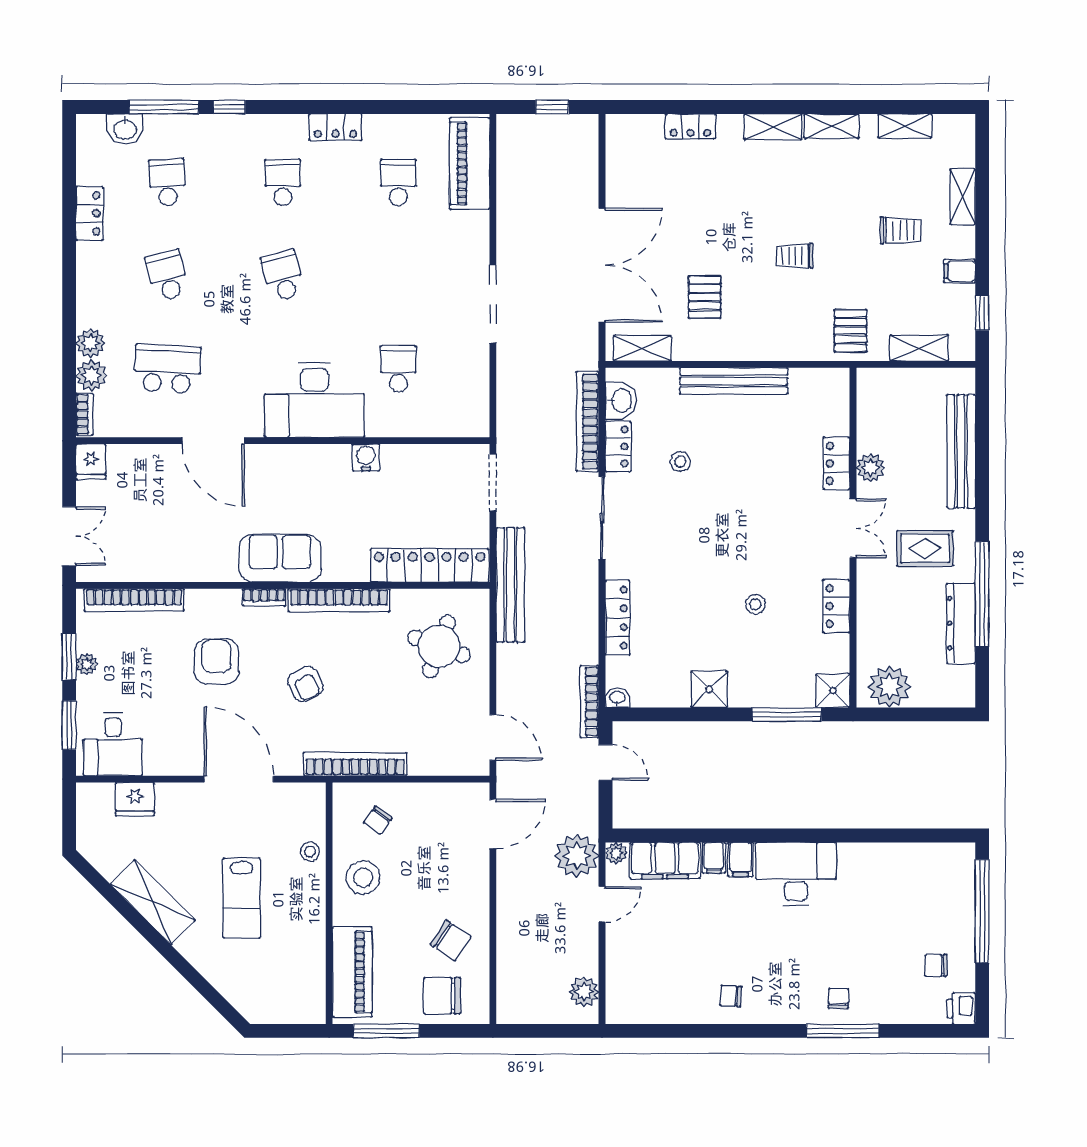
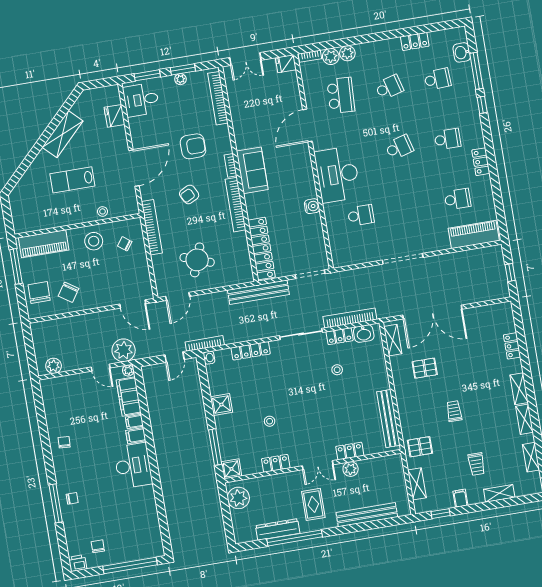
bench: (734, 381) -> (388, 419), moved
round table: (439, 646) -> (197, 260), moved

